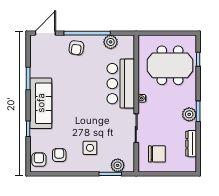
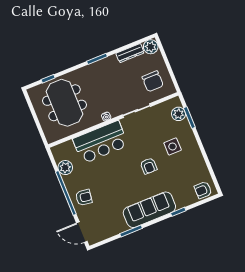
plant: (189, 114) -> (151, 47), moved
chair: (157, 154) -> (153, 81), turned 180
armchair: (59, 155) -> (149, 166), moved, turned -90

